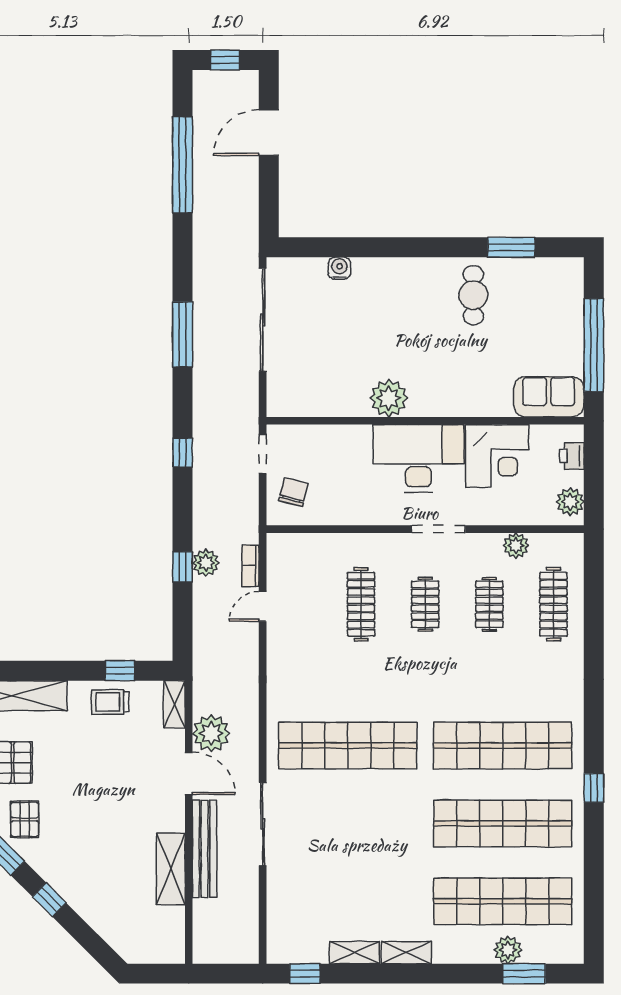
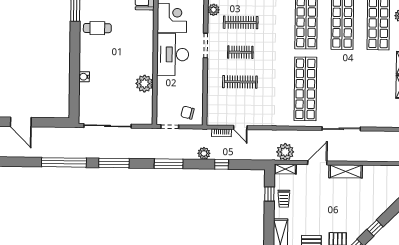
window: (183, 165) -> (64, 162), moved
water cooler: (339, 268) -> (84, 77), moved
plant: (389, 398) -> (144, 84), moved
window: (183, 453) -> (169, 164), width x2.17
plant: (206, 563) -> (204, 153), moved
clothes rail: (489, 604) -> (241, 22), width x1.36
plant: (211, 733) -> (285, 152), moved
bench: (205, 849) -> (352, 156), removed
shelving: (171, 869) -> (346, 171), moved

